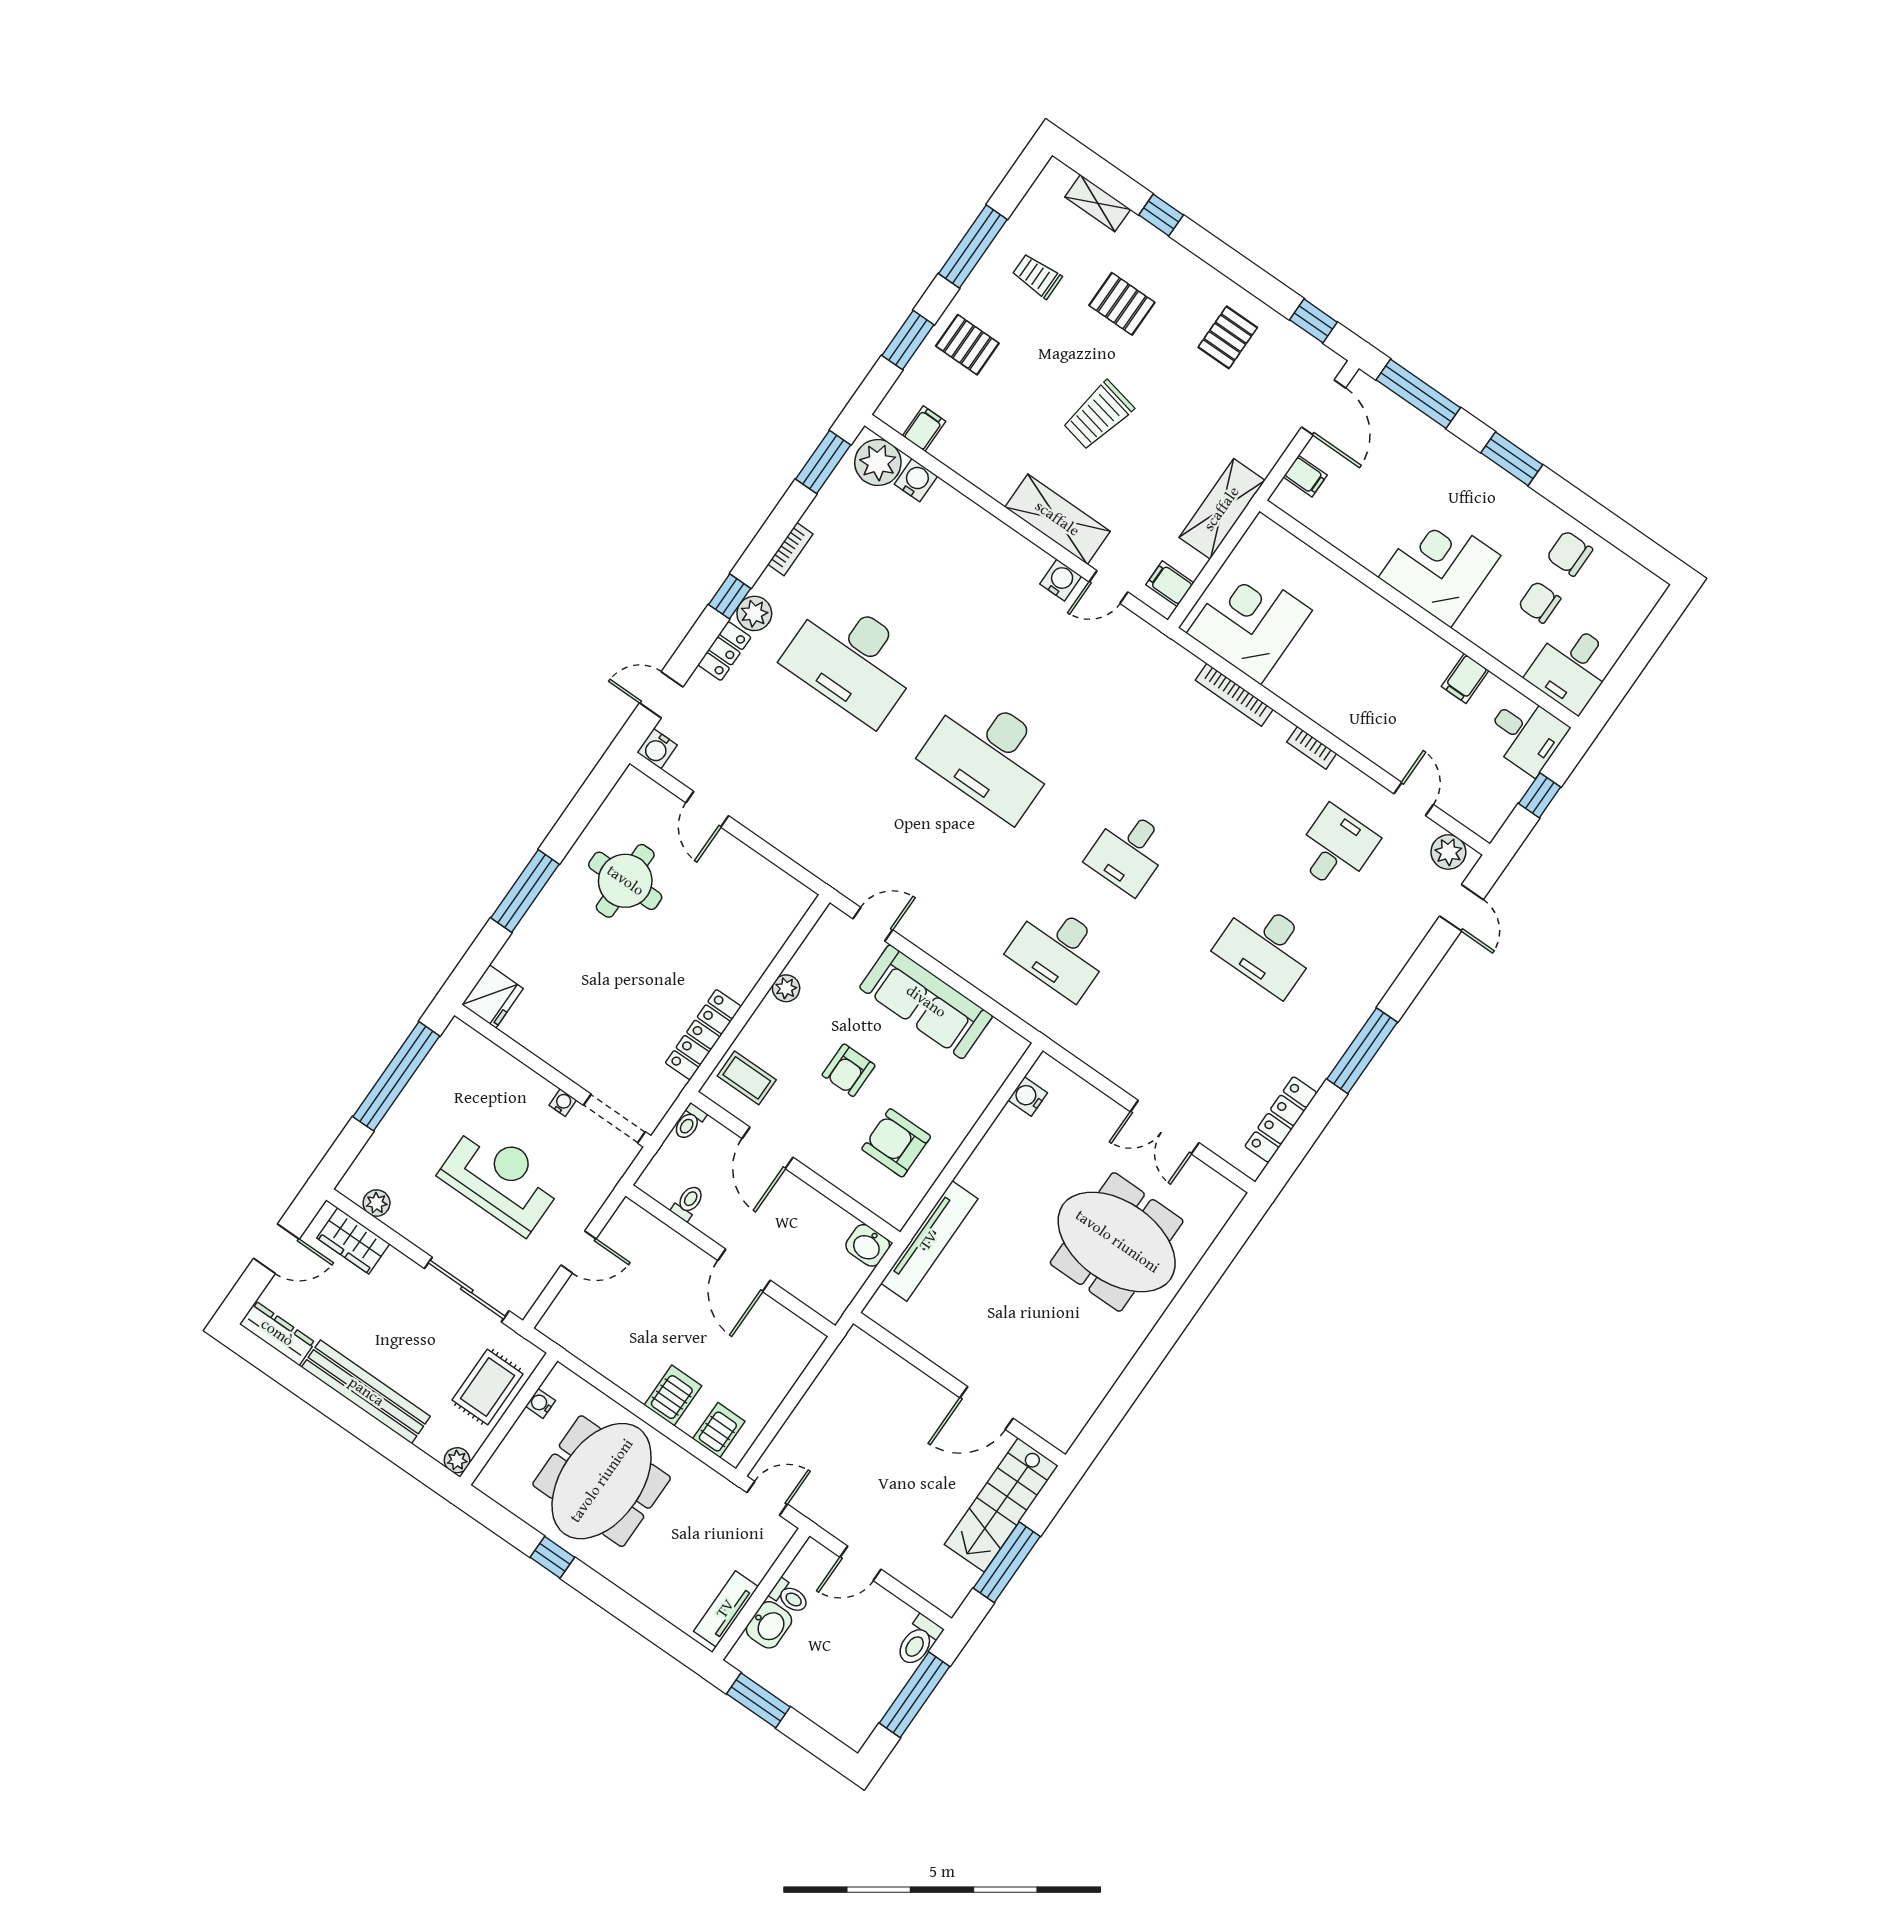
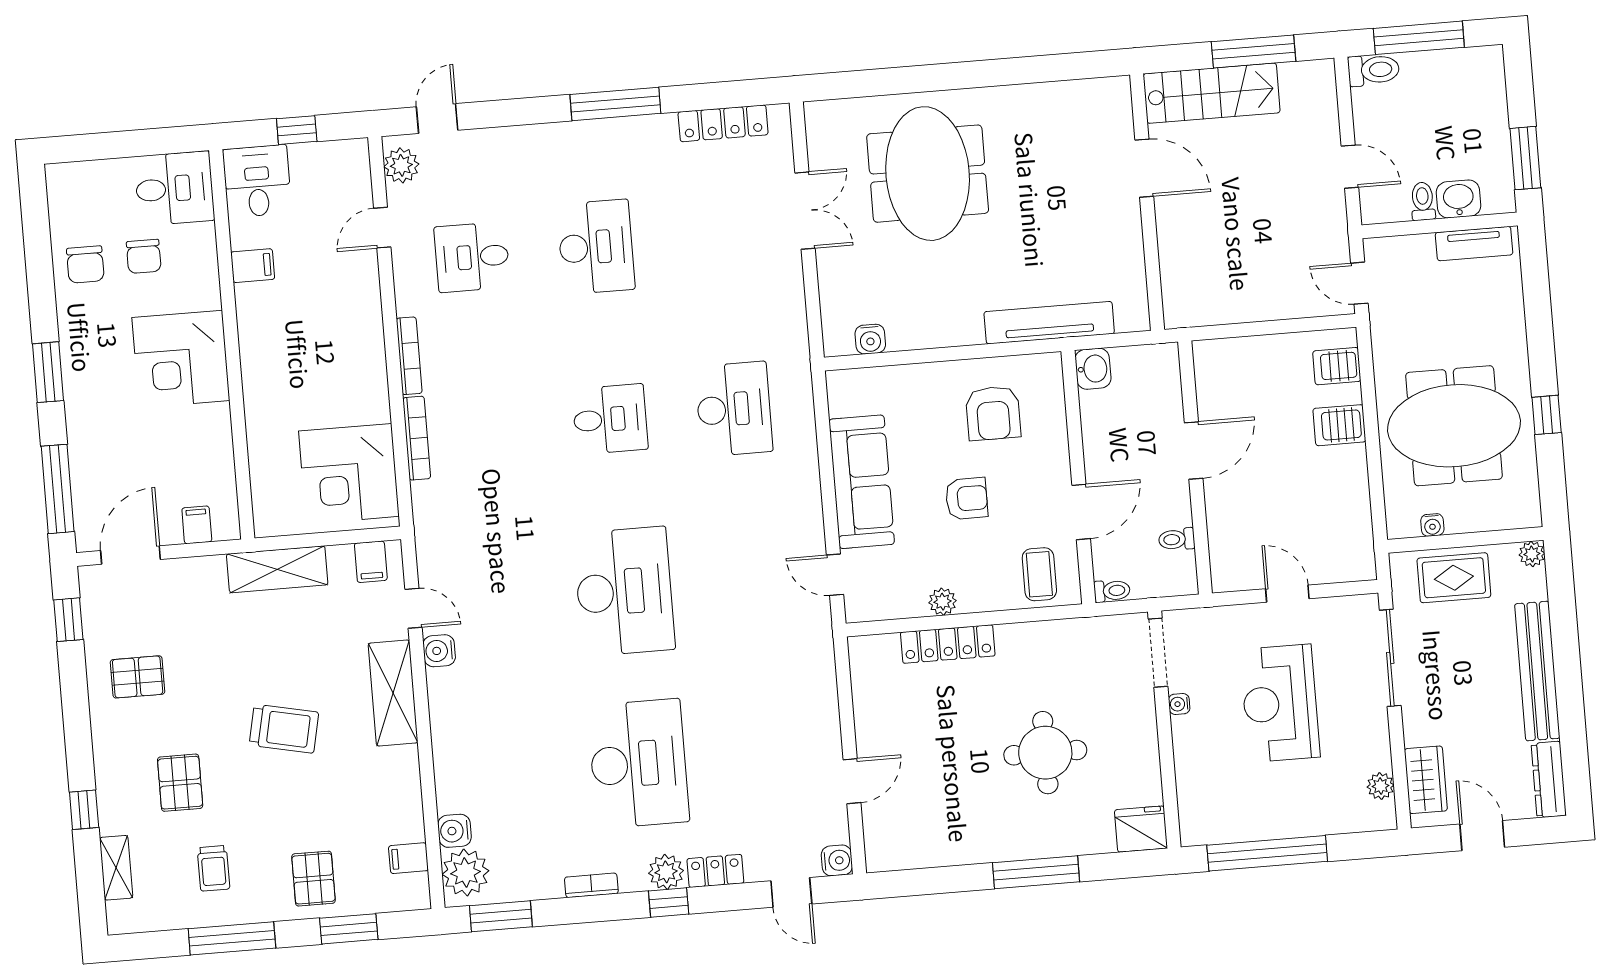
bookcase: (1312, 748) -> (409, 356), width x1.56
round table: (625, 881) -> (1045, 753), moved
locker: (703, 1035) -> (948, 644), moved

